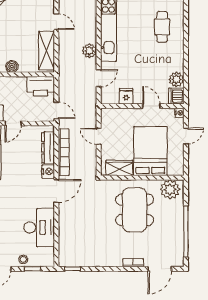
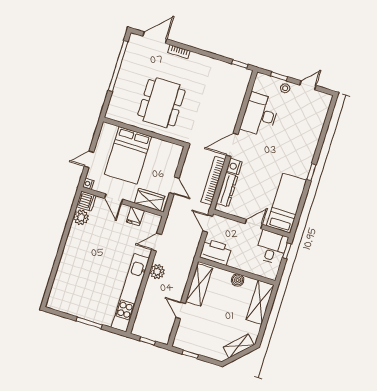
cafe table: (162, 27) -> (79, 273), removed
wardrobe: (119, 168) -> (150, 200), moved, turned 180
plant: (170, 189) -> (121, 112), removed

